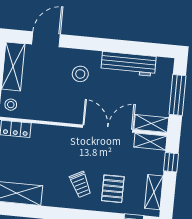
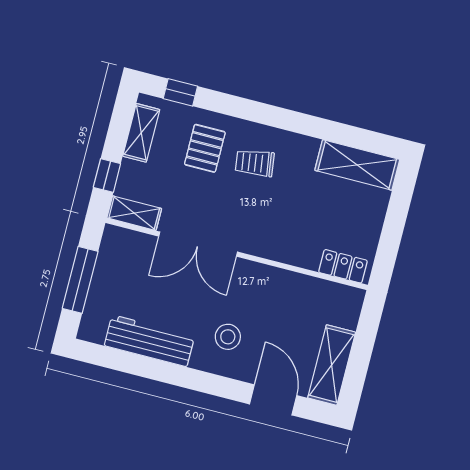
door: (46, 39) -> (273, 400), swing flipped
stool: (11, 105) -> (345, 306), removed
shelving: (151, 124) -> (128, 241), removed
trolley: (80, 184) -> (255, 163), turned -71

